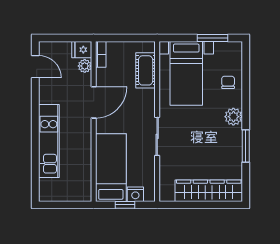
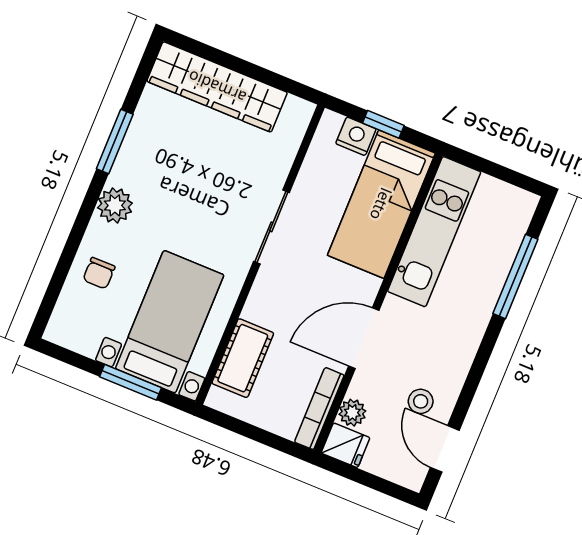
window: (212, 38) -> (131, 382), moved
bookcase: (101, 54) -> (319, 409), width x1.56
stool: (55, 84) -> (421, 401), added
kitchen unit: (49, 141) -> (434, 232), moved, turned 180
window: (35, 160) -> (515, 276), added

